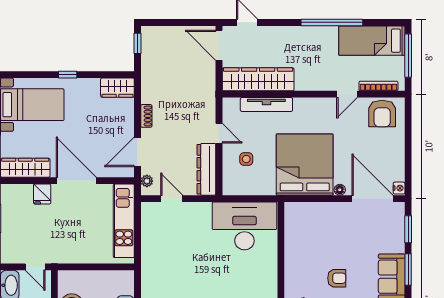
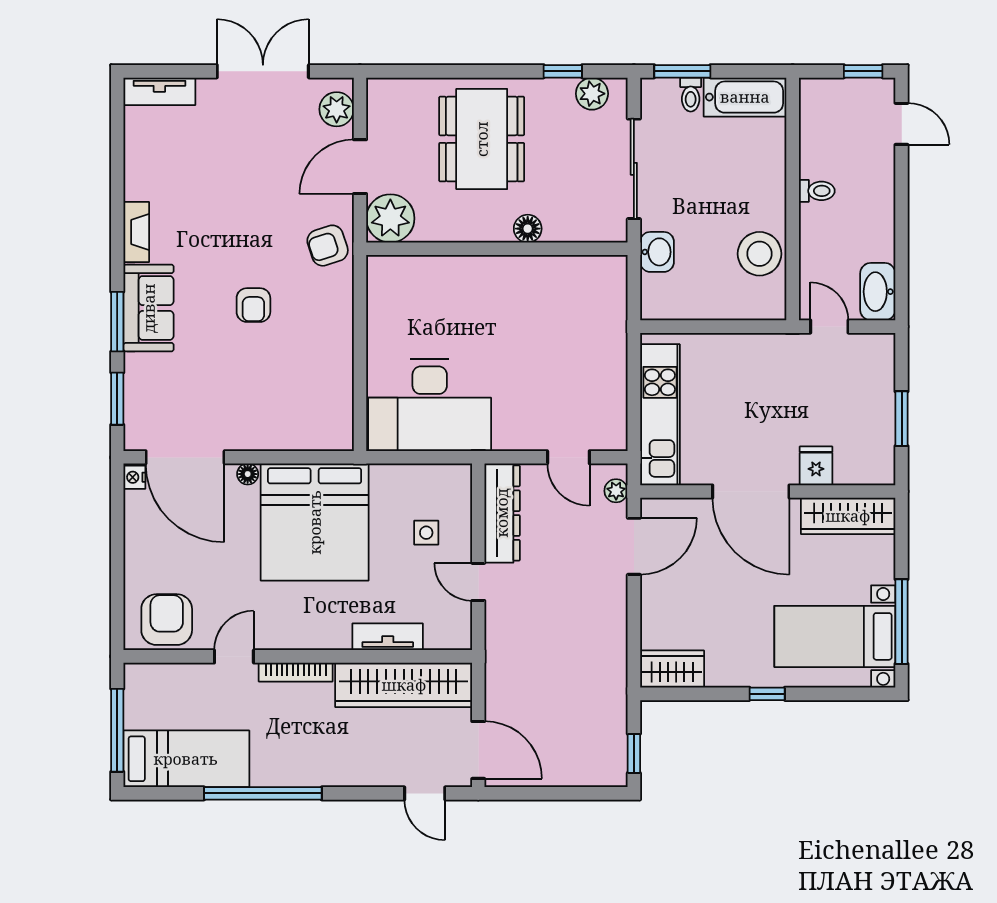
bookcase: (378, 86) -> (296, 672), moved
tv unit: (266, 105) -> (388, 637), width x0.71
shoe rack: (146, 116) -> (617, 615), removed
armchair: (337, 278) -> (253, 305), turned -90

